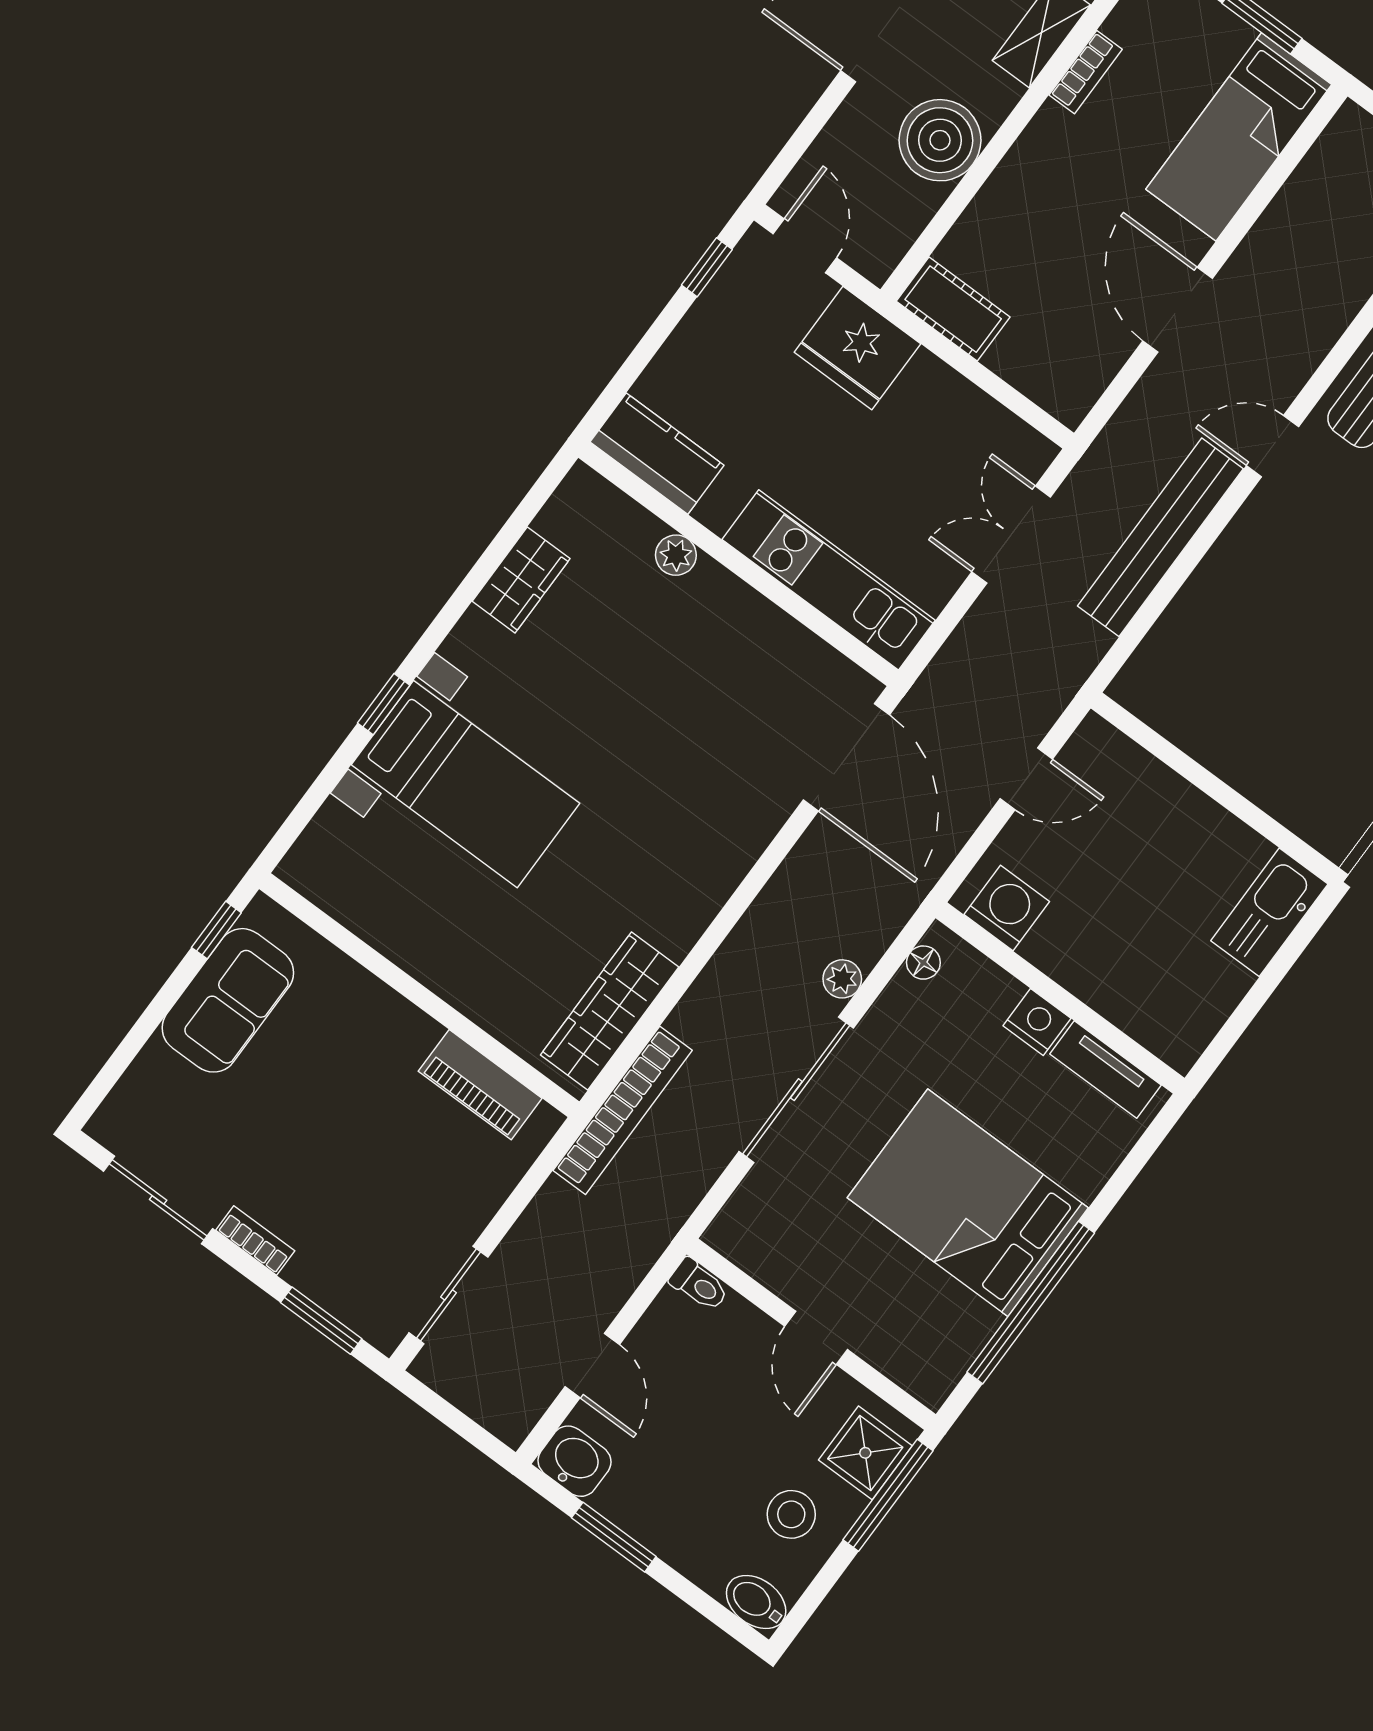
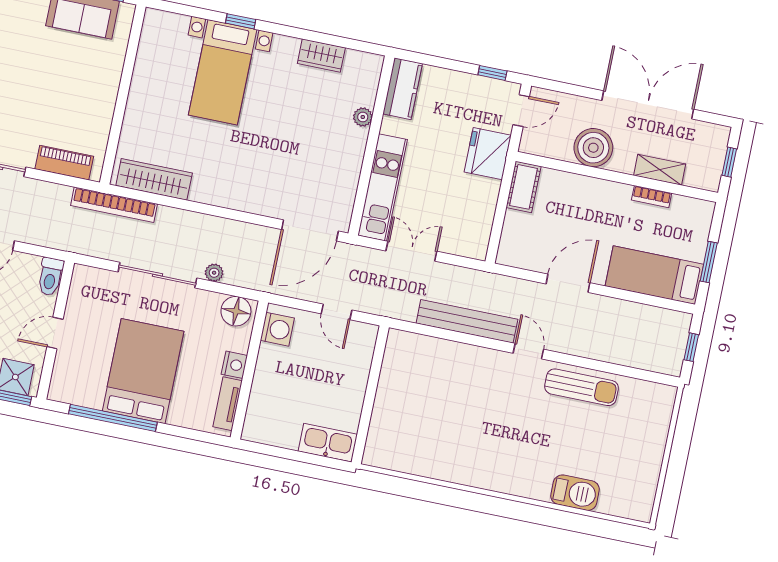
double door: (1011, 535) -> (411, 251), moved
floor lamp: (923, 963) -> (236, 311), width x1.89, depth x1.89
piano: (480, 1085) -> (64, 163), moved, turned 90
toilet: (699, 1285) -> (50, 277), width x1.37, depth x1.39

